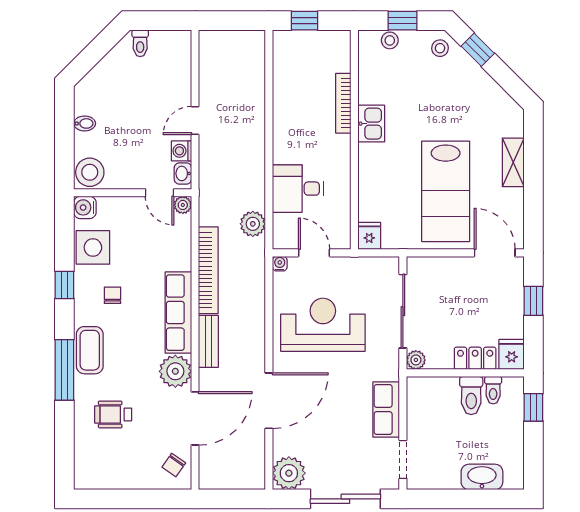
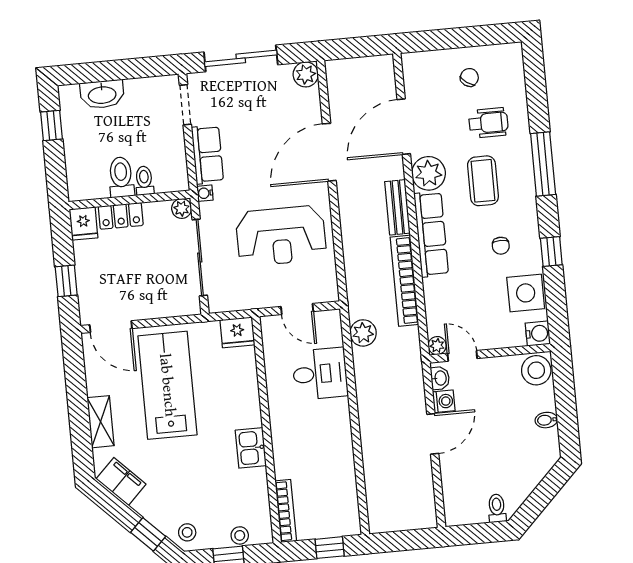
bookcase: (343, 103) -> (286, 511), moved
filing cabinet: (499, 103) -> (121, 481), added
door: (195, 120) -> (433, 434), width x1.38
fridge: (369, 236) -> (237, 332), width x1.38
water cooler: (280, 264) -> (205, 193), moved, turned 90
coffee table: (90, 350) -> (483, 181), moved
toilet: (493, 390) -> (144, 181), moved
window: (533, 407) -> (51, 125), moved
chair: (174, 465) -> (469, 77), moved
plant: (289, 473) -> (306, 74), width x0.73, depth x0.73

